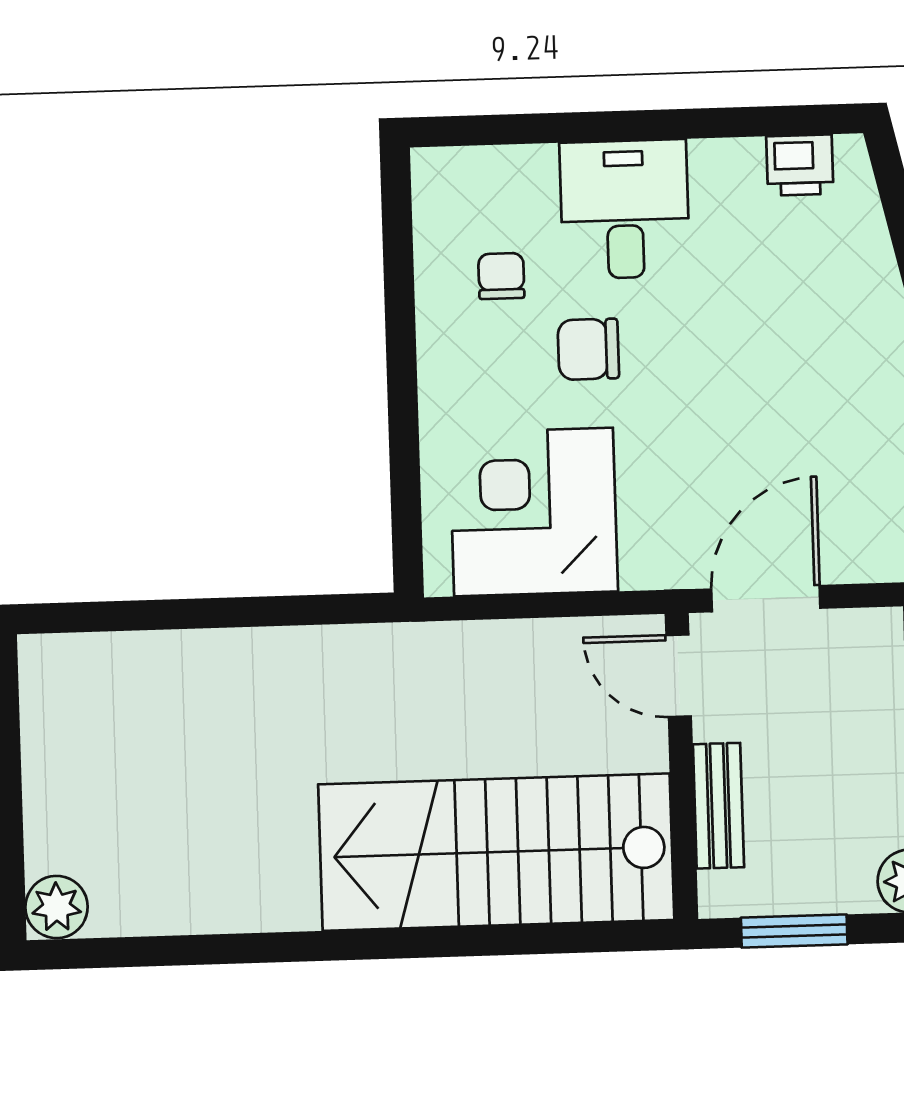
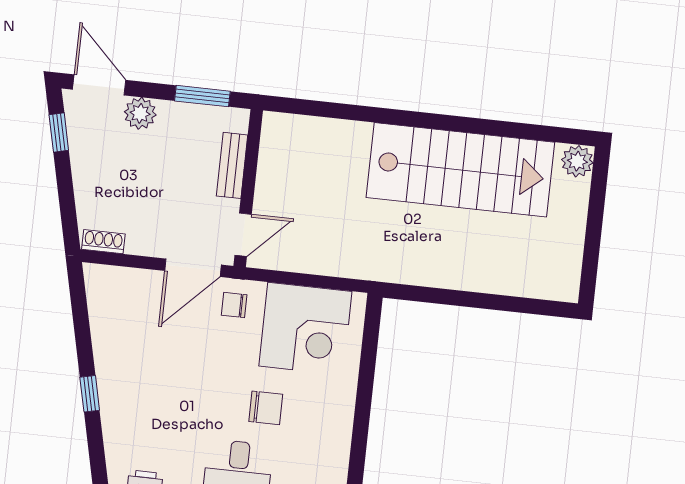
chair: (501, 276) -> (234, 305), moved, turned 90
door: (679, 676) -> (243, 235), hinge flipped
stairs: (496, 852) -> (460, 170), moved

